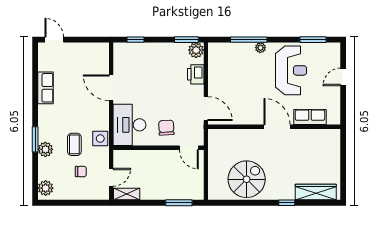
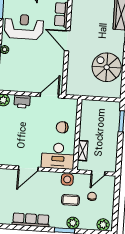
row of seats: (46, 88) -> (31, 220), width x1.48
door: (277, 127) -> (67, 41), hinge flipped
door: (189, 148) -> (79, 111), removed
door: (111, 177) -> (98, 173), swing flipped
shelving: (127, 194) -> (83, 151), moved

